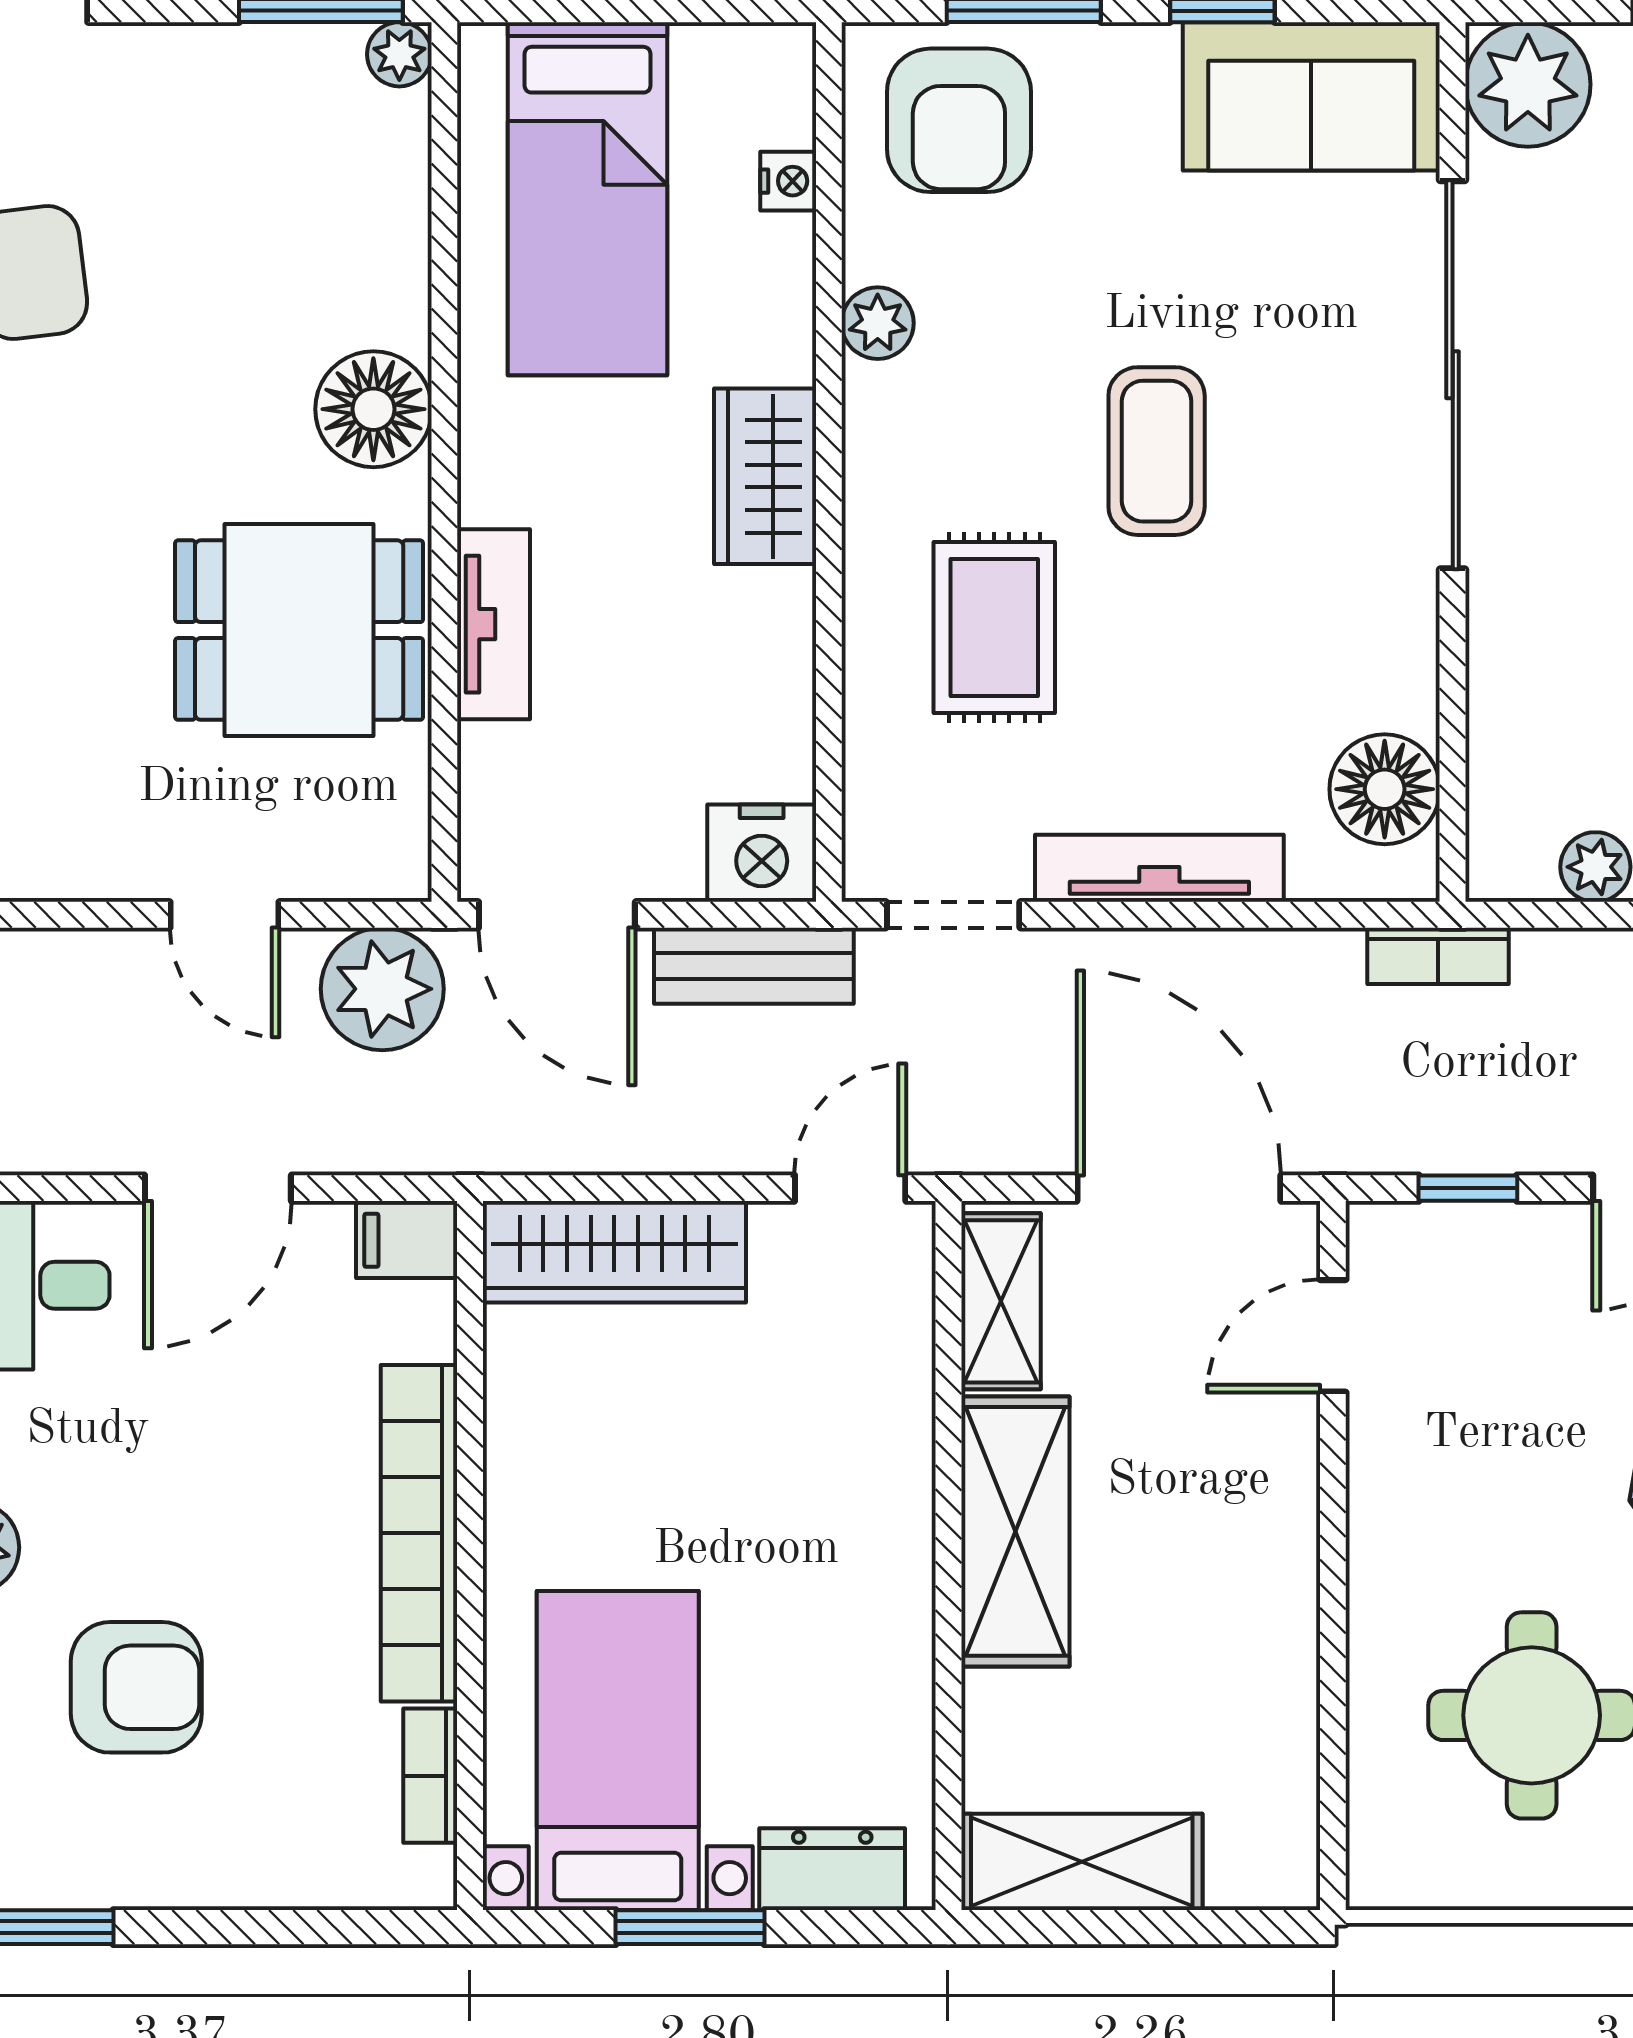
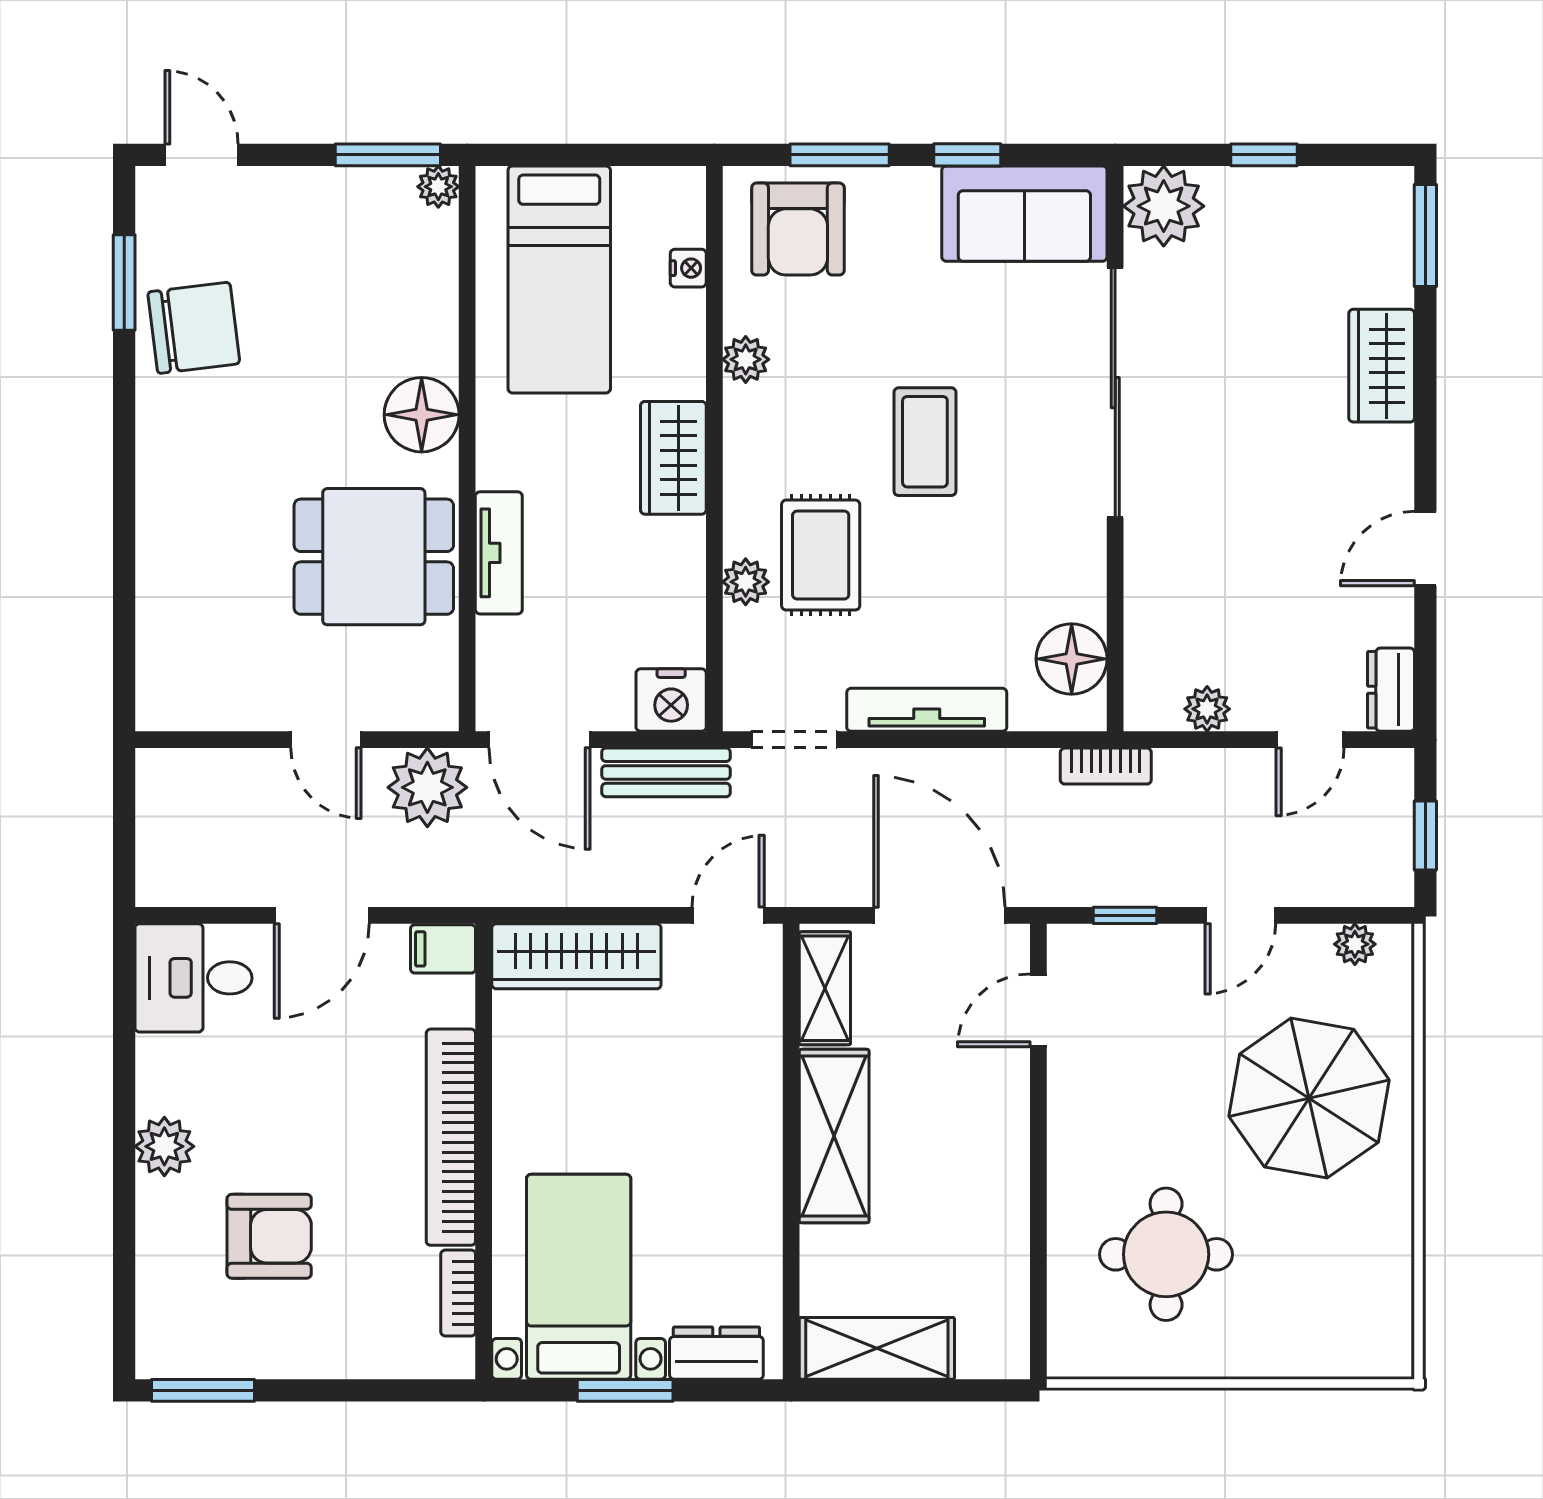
plant: (878, 669) -> (746, 582), added

